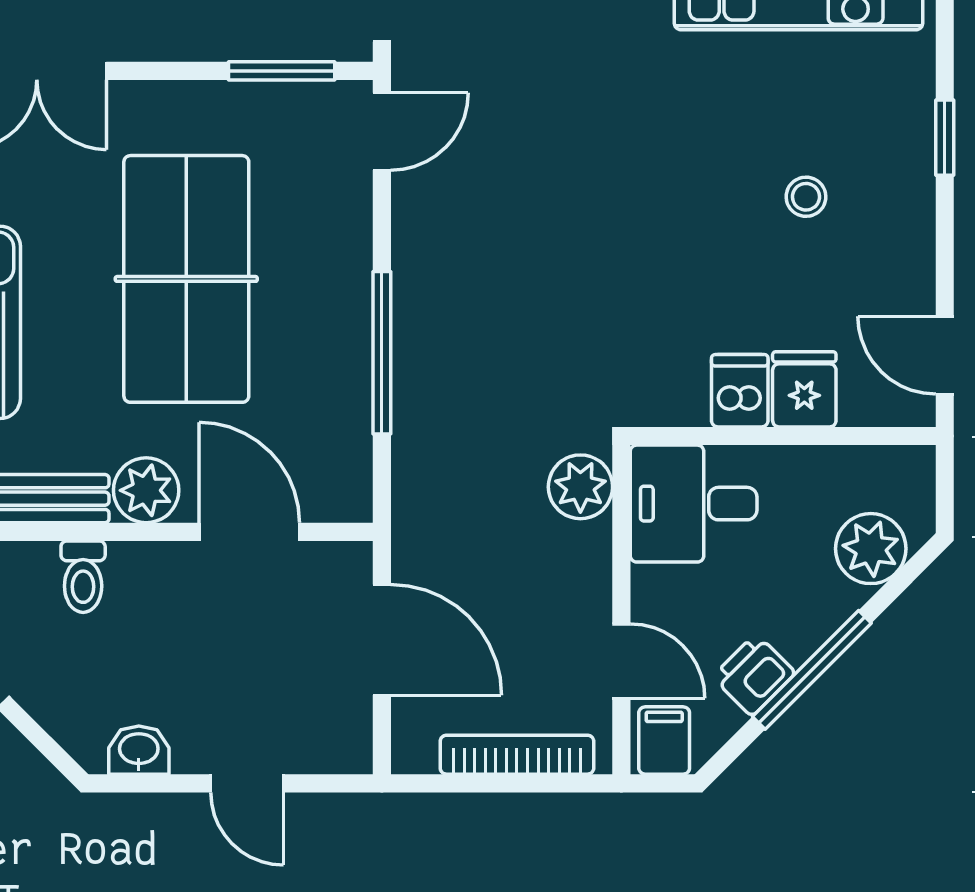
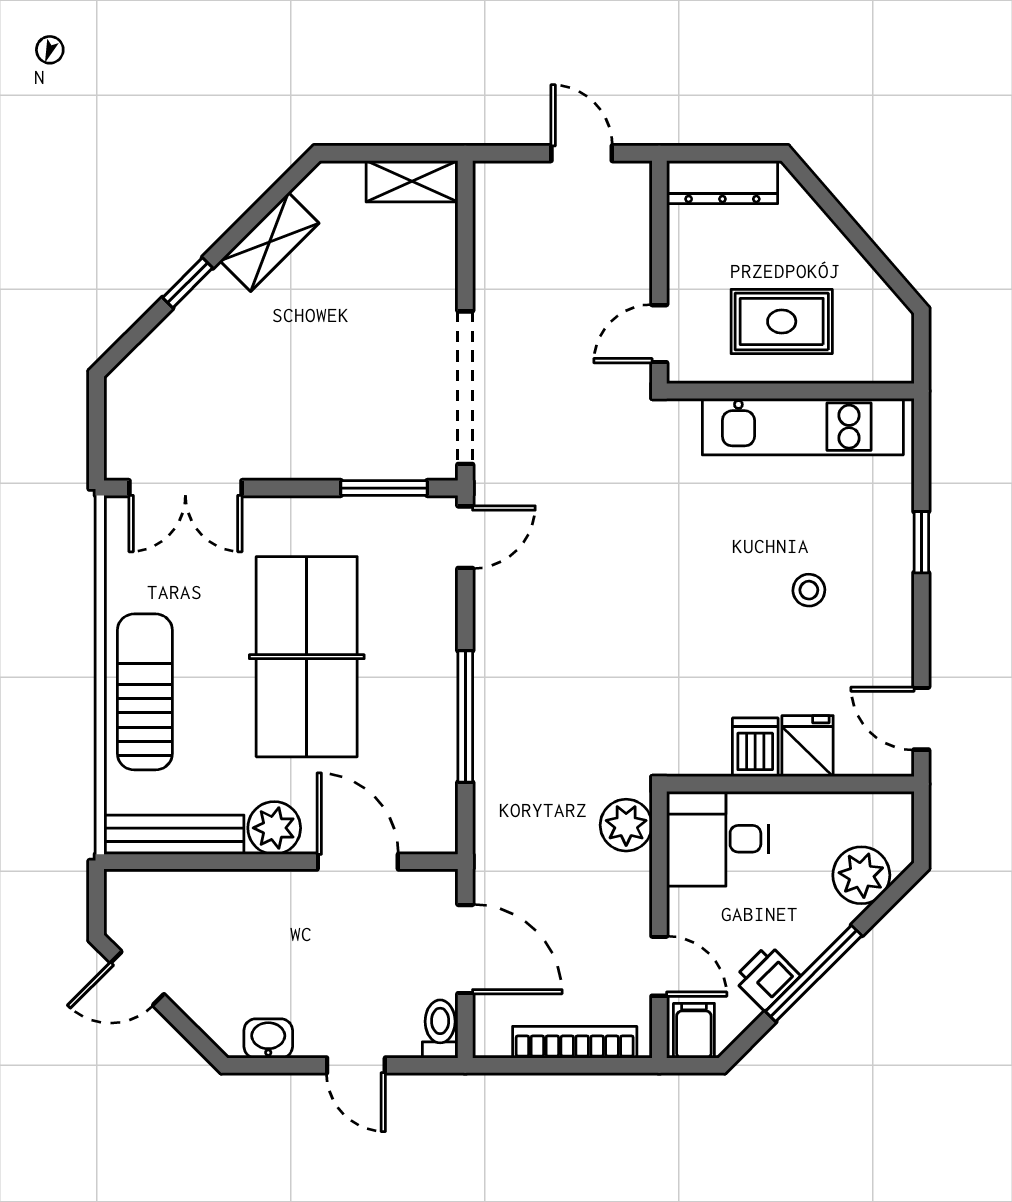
toilet: (83, 577) -> (440, 1029), moved, turned 180

